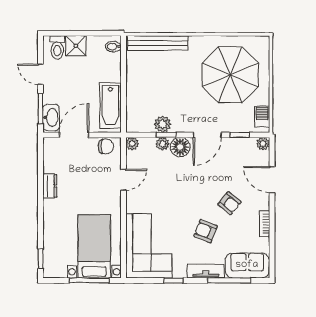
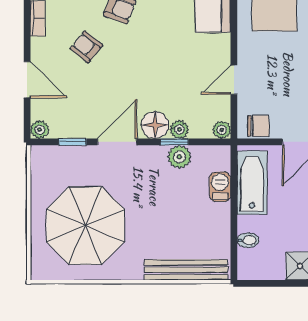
bidet: (113, 47) -> (248, 240), moved
barbecue: (262, 117) -> (220, 187), moved, turned 180
chair: (106, 146) -> (258, 126), turned 180

